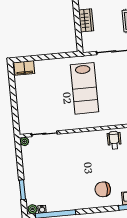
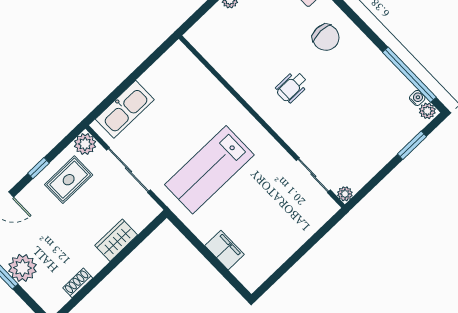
filing cabinet: (24, 68) -> (225, 250), moved
lab bench: (84, 88) -> (209, 170), turned 180
wheelchair: (114, 140) -> (292, 87), moved

